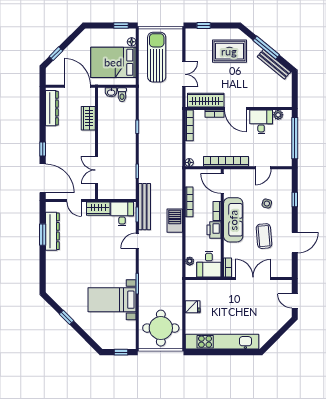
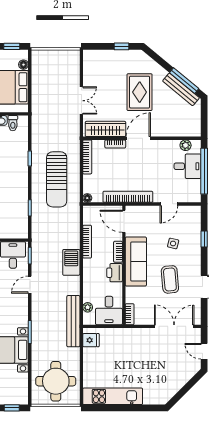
window: (204, 25) -> (122, 46), moved
window: (266, 48) -> (184, 81), moved
rug: (229, 51) -> (140, 92), moved, turned 90
sun lounger: (157, 57) -> (57, 179), moved, turned 180
door: (235, 108) -> (138, 138), swing flipped
desk: (261, 122) -> (188, 166), moved, turned 90
bench: (144, 207) -> (73, 321), moved
double door: (253, 278) -> (174, 326), moved
fridge: (193, 307) -> (91, 340), moved
kitchen unit: (222, 342) -> (113, 396), width x0.73

